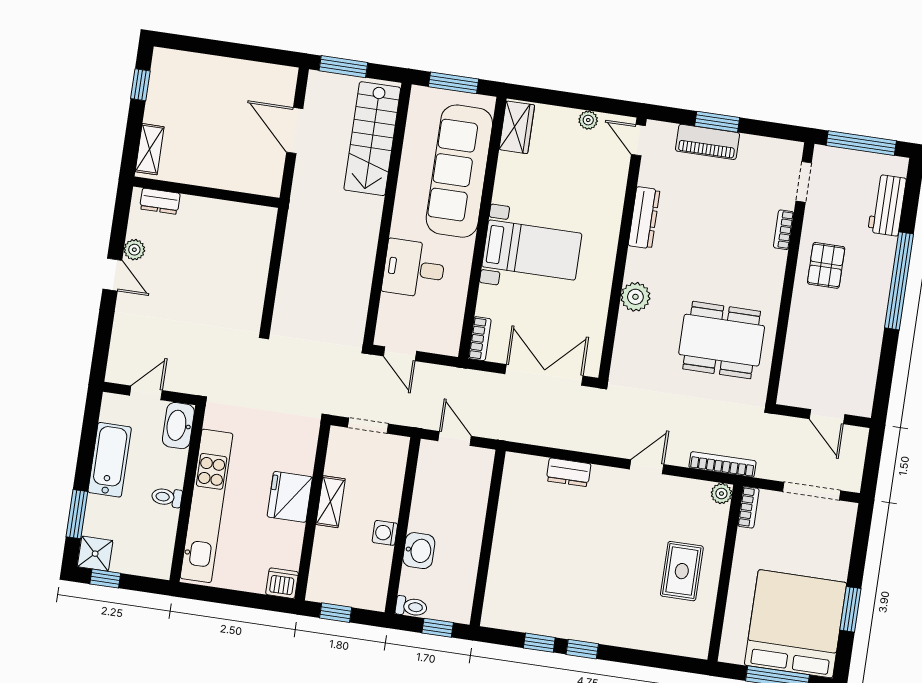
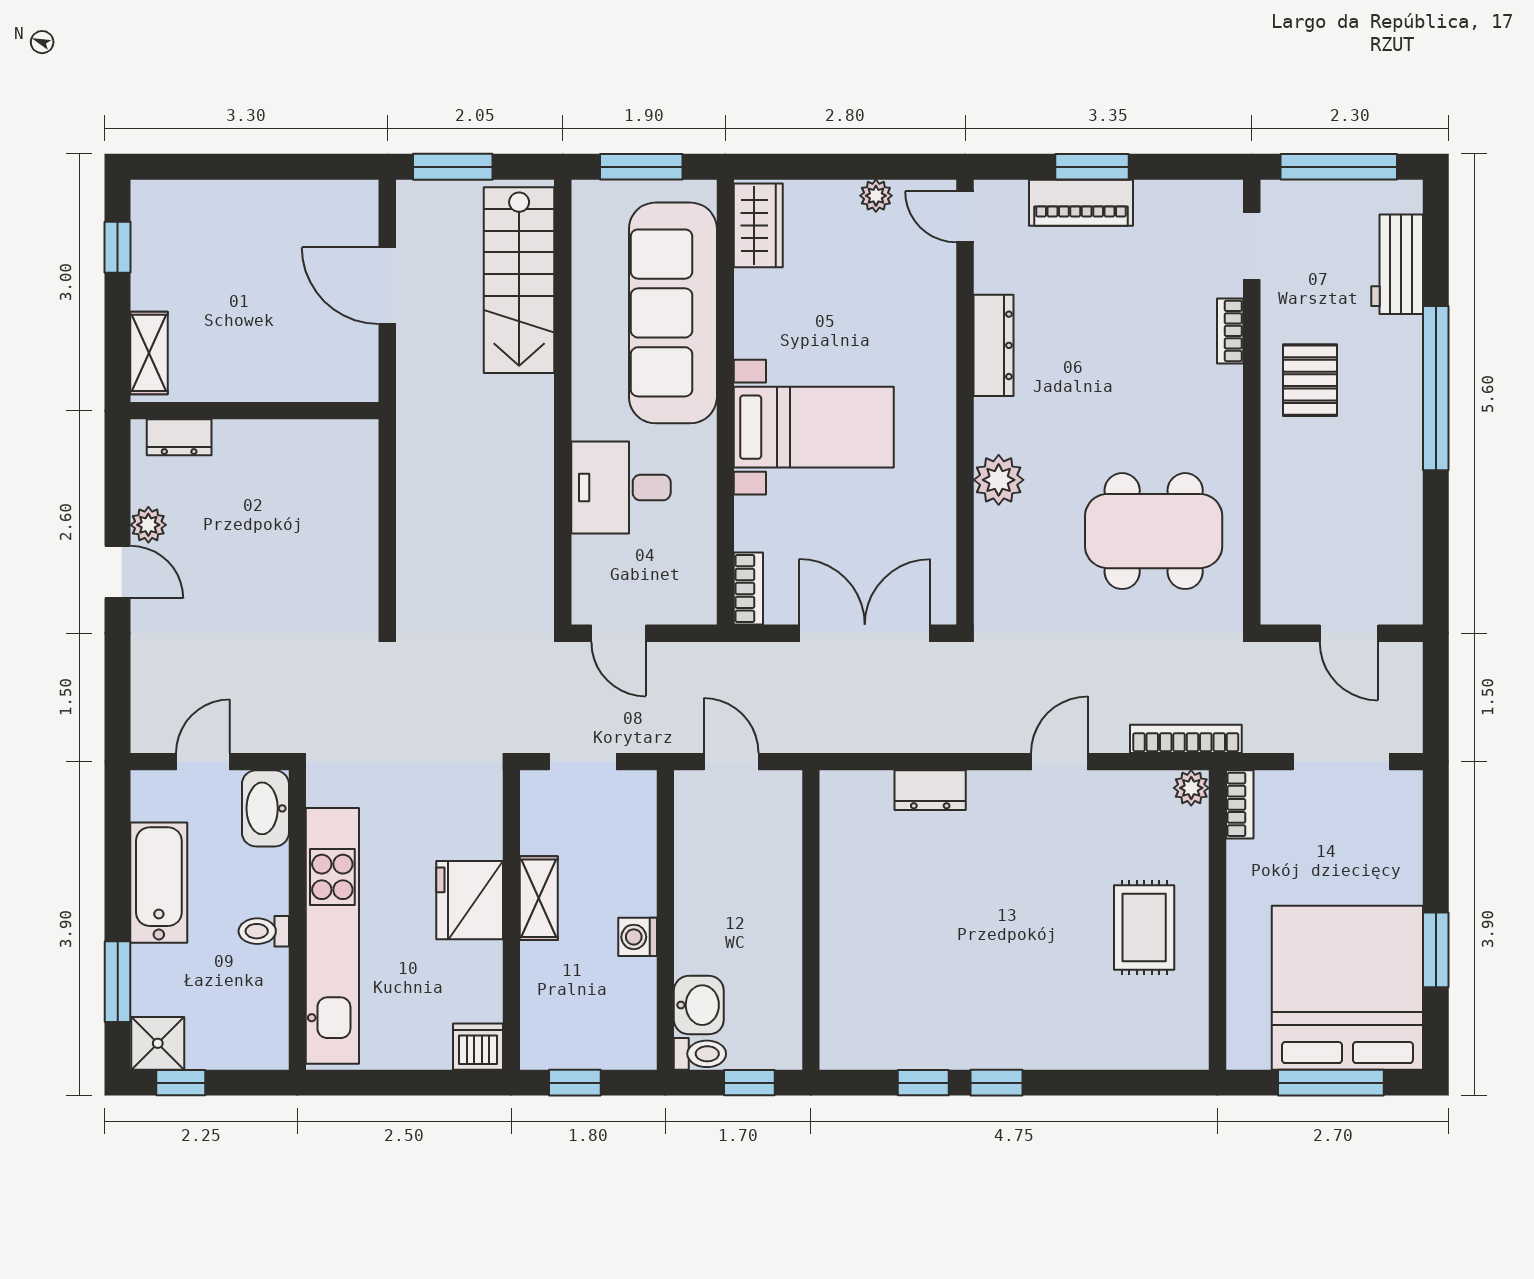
washbasin: (419, 551) -> (699, 1005), moved

